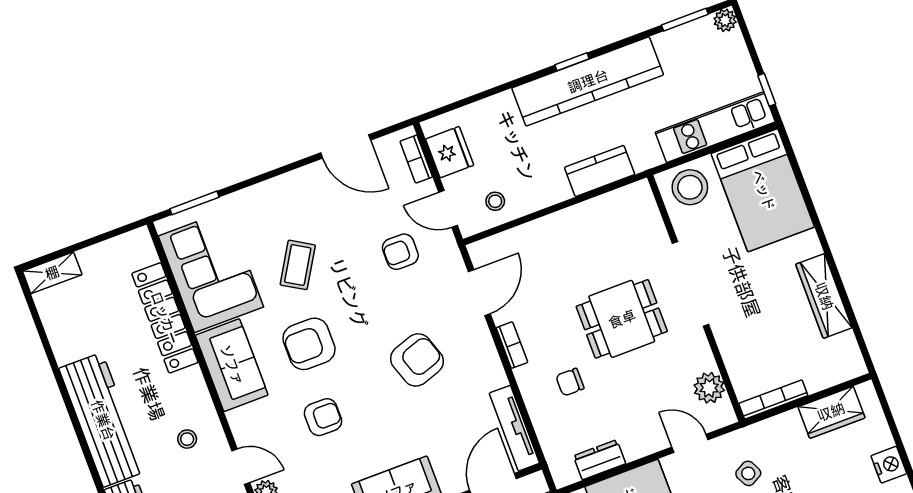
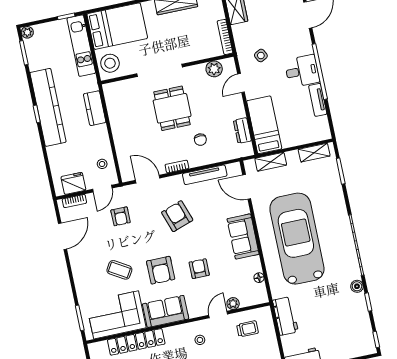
tv unit: (514, 428) -> (205, 175), moved

